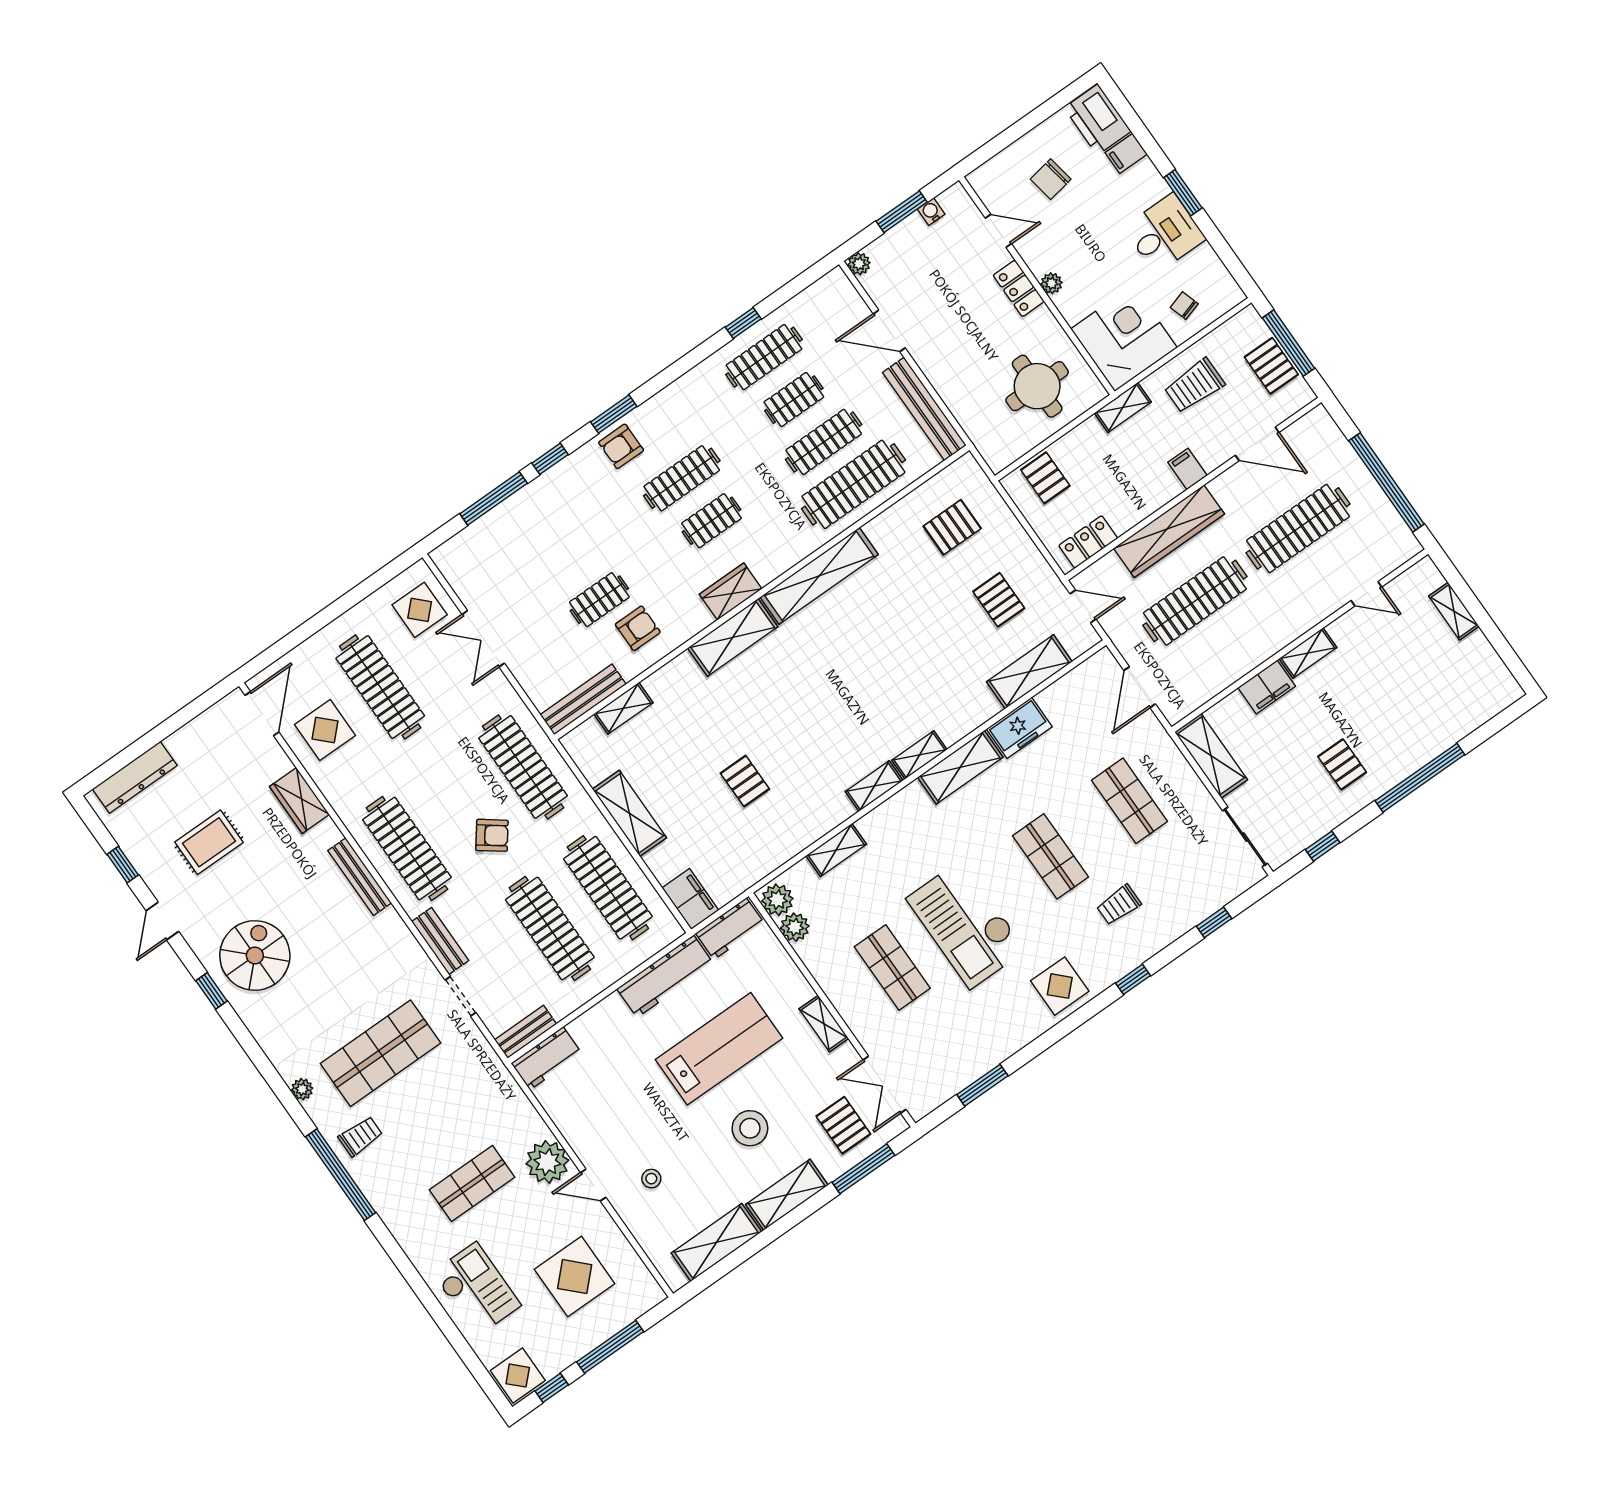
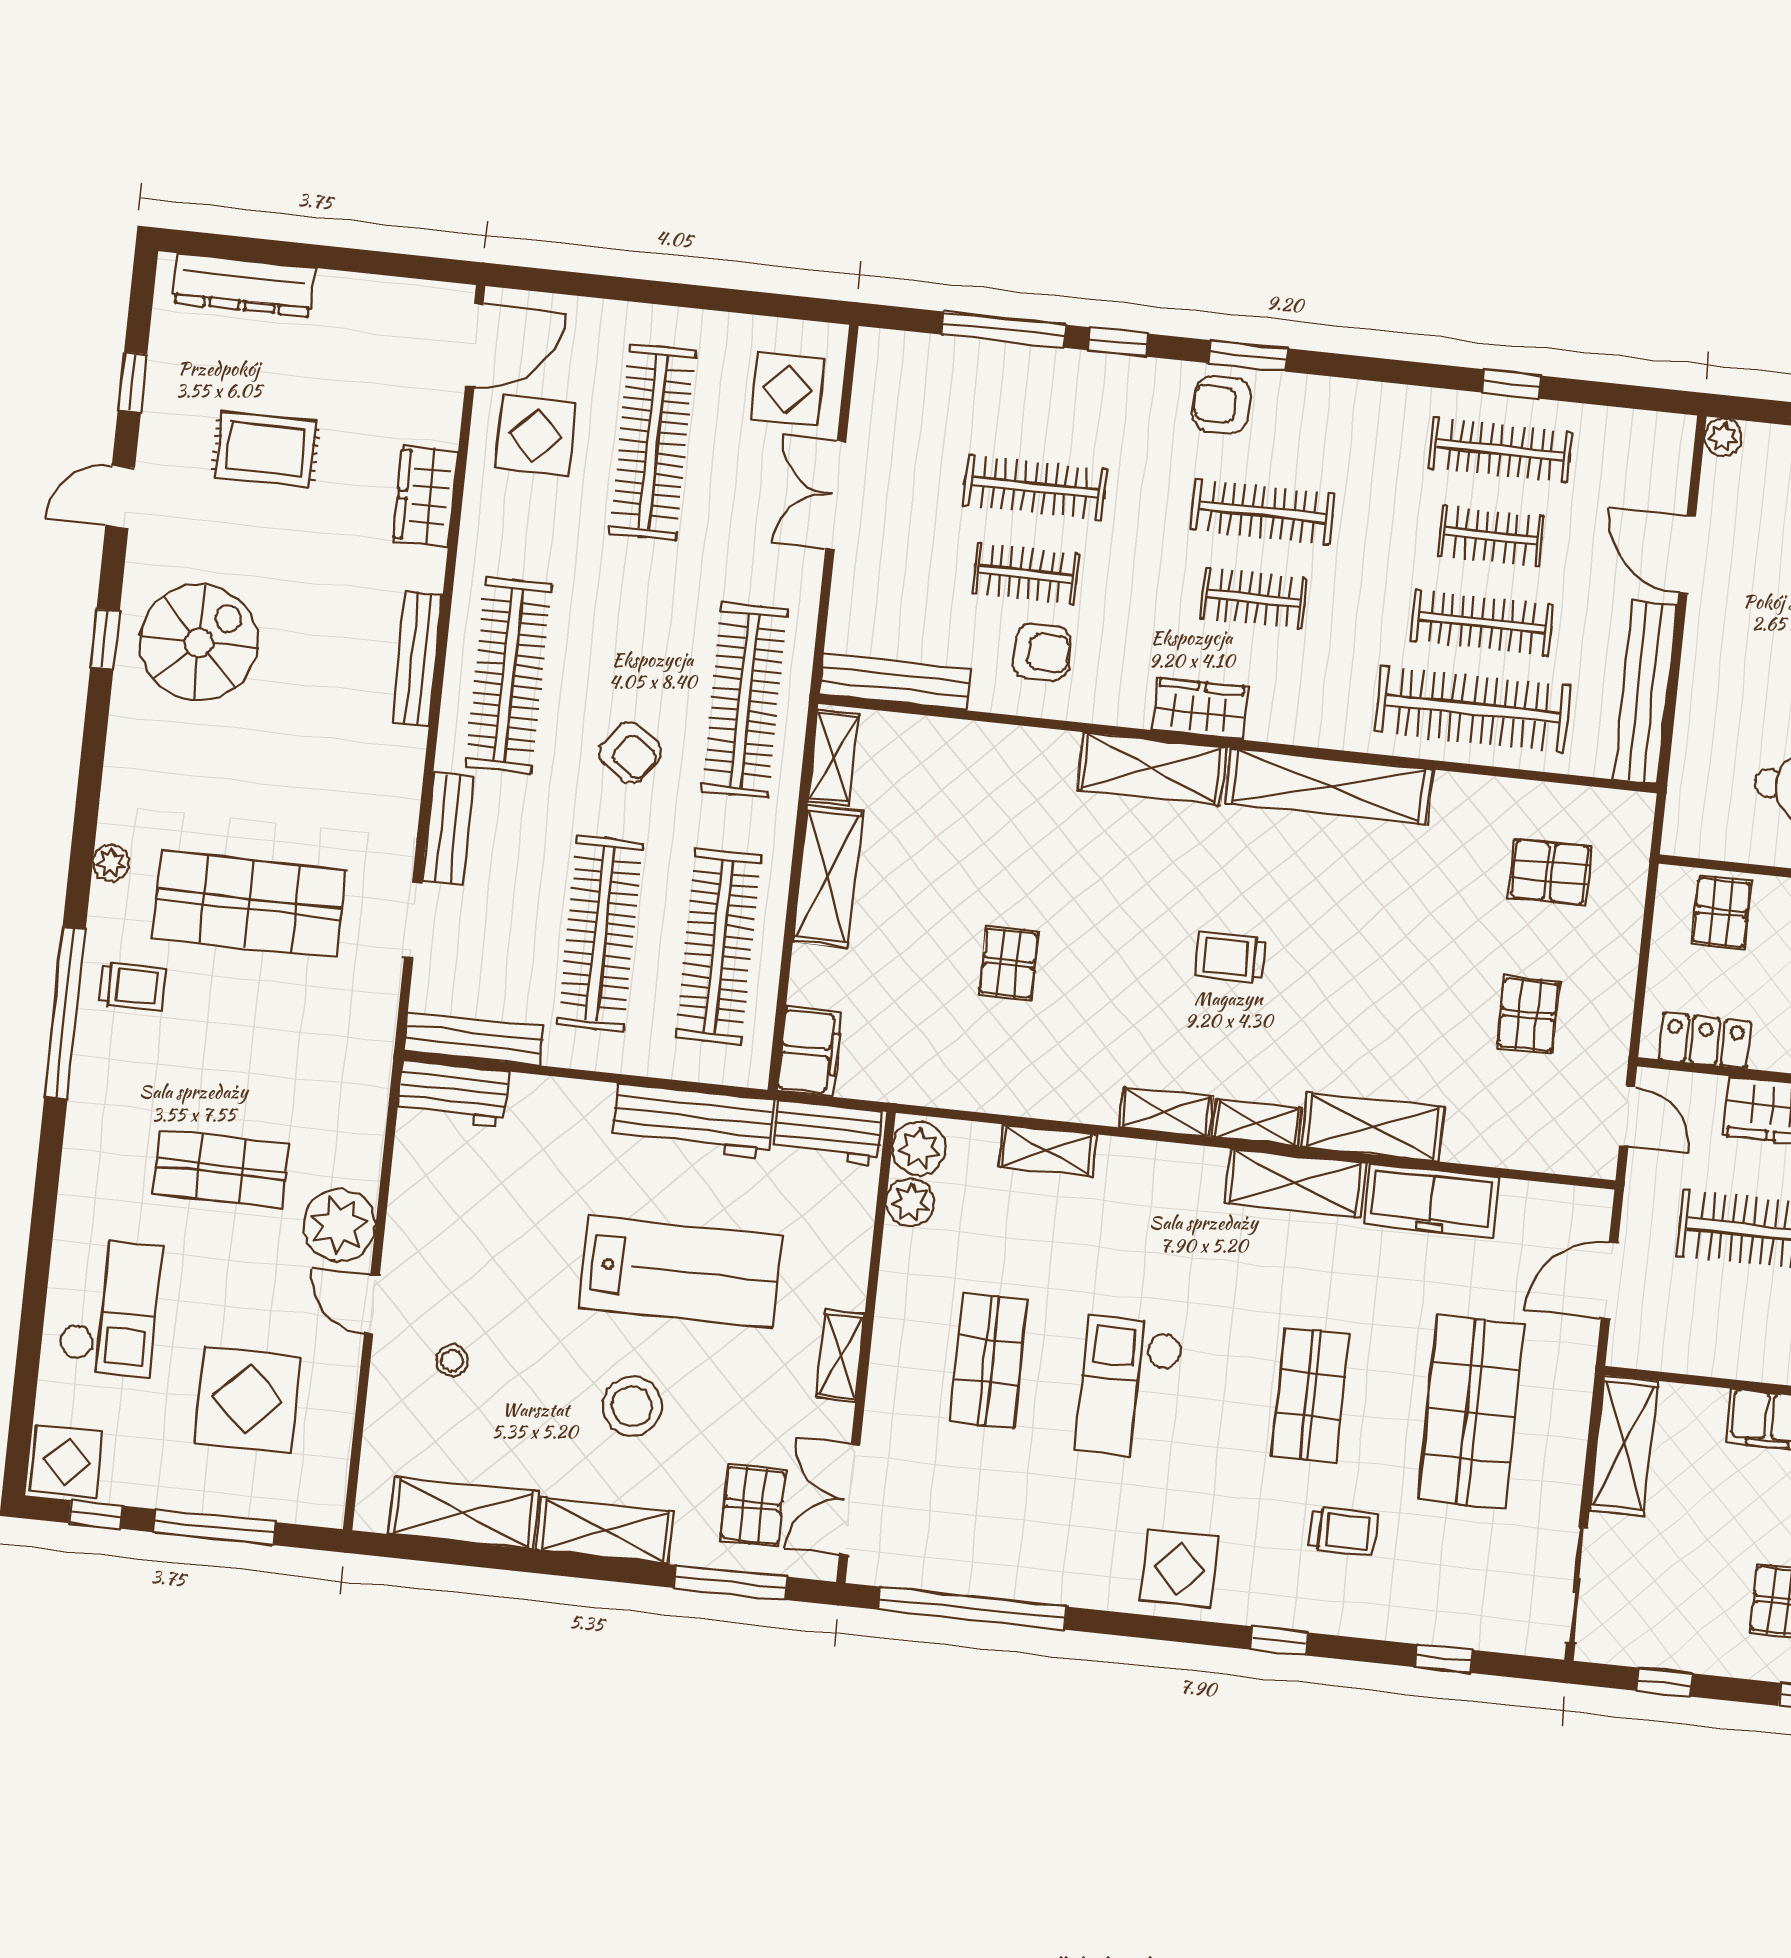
clothes rail: (570, 557) -> (1035, 487), added
shelving: (1029, 672) -> (1373, 1127), moved
trolley: (842, 691) -> (1230, 957), added
shelving: (623, 708) -> (833, 758), moved, turned 90
freezer: (1019, 728) -> (1431, 1201), width x1.40
shop shelf: (1129, 801) -> (1471, 1412), width x1.43, depth x1.36
trolley: (1119, 905) -> (1343, 1531), turned 180
checkout: (966, 924) -> (1129, 1387), width x0.73, depth x0.83
bench: (526, 1032) -> (474, 1039), width x1.36
window: (982, 1085) -> (972, 1608), width x2.11

